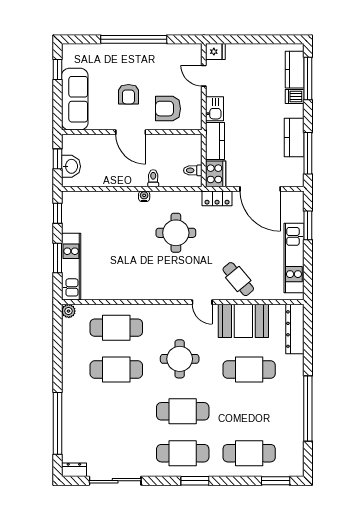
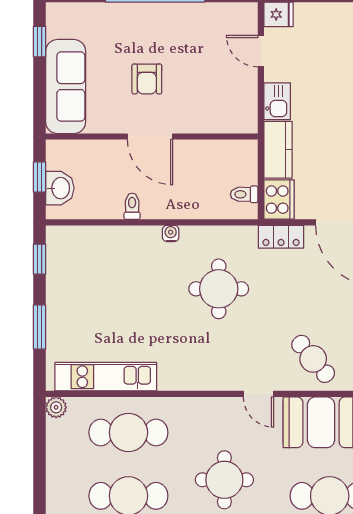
armchair: (168, 109) -> (207, 101), removed
toilet: (153, 178) -> (132, 206), moved
kitchen unit: (71, 267) -> (106, 377), moved, turned -90

